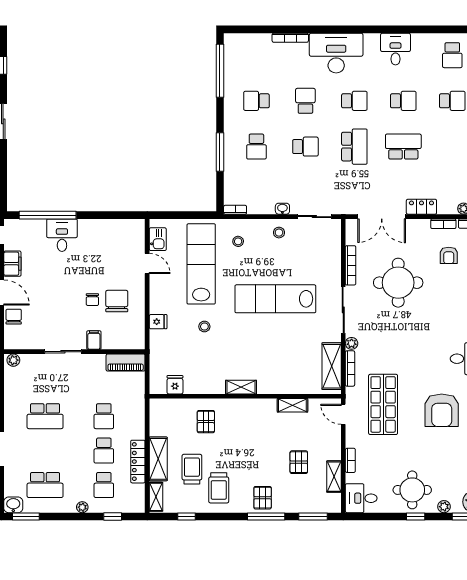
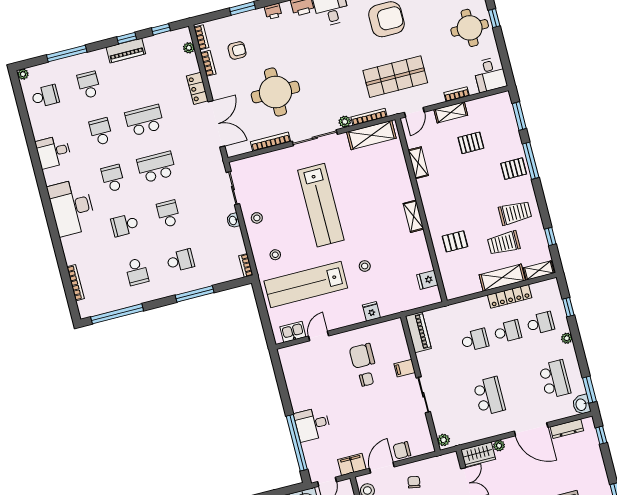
bookcase: (290, 38) -> (75, 283), moved
school desk: (403, 147) -> (144, 120), turned 90
shelving: (334, 477) -> (451, 112), moved

